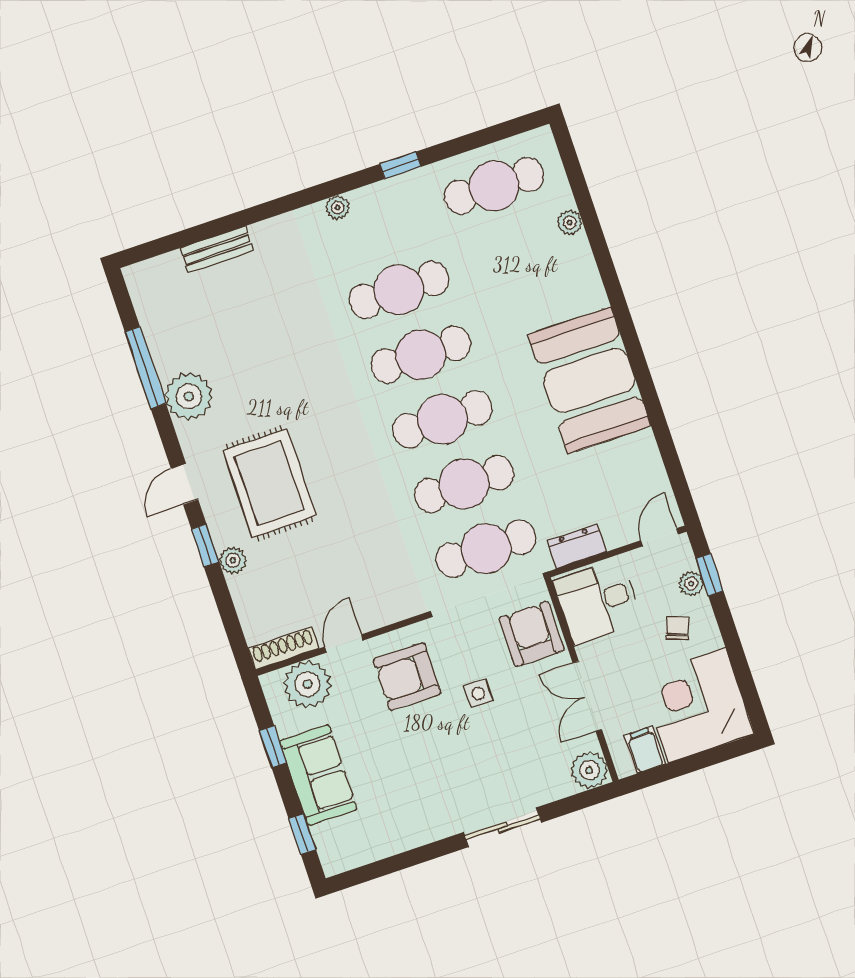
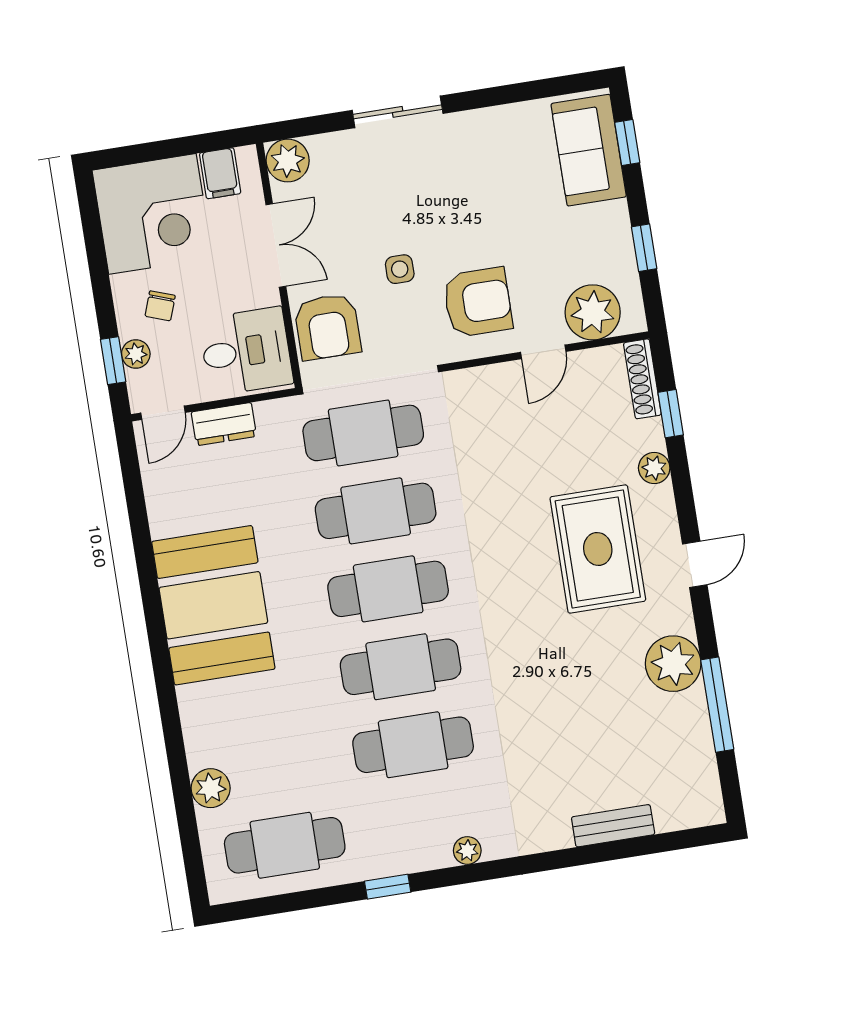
plant: (570, 223) -> (211, 788), width x1.38, depth x1.38
window: (205, 545) -> (671, 414), moved
dresser: (577, 546) -> (224, 424), moved
shoe rack: (284, 649) -> (642, 379), moved, turned 90
sofa: (318, 775) -> (589, 150), moved

